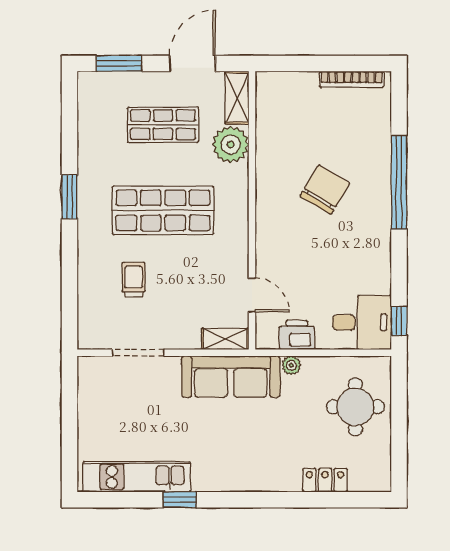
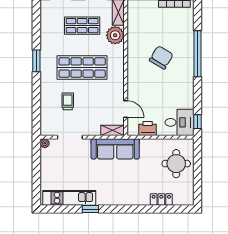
plant: (291, 365) -> (45, 143), moved

